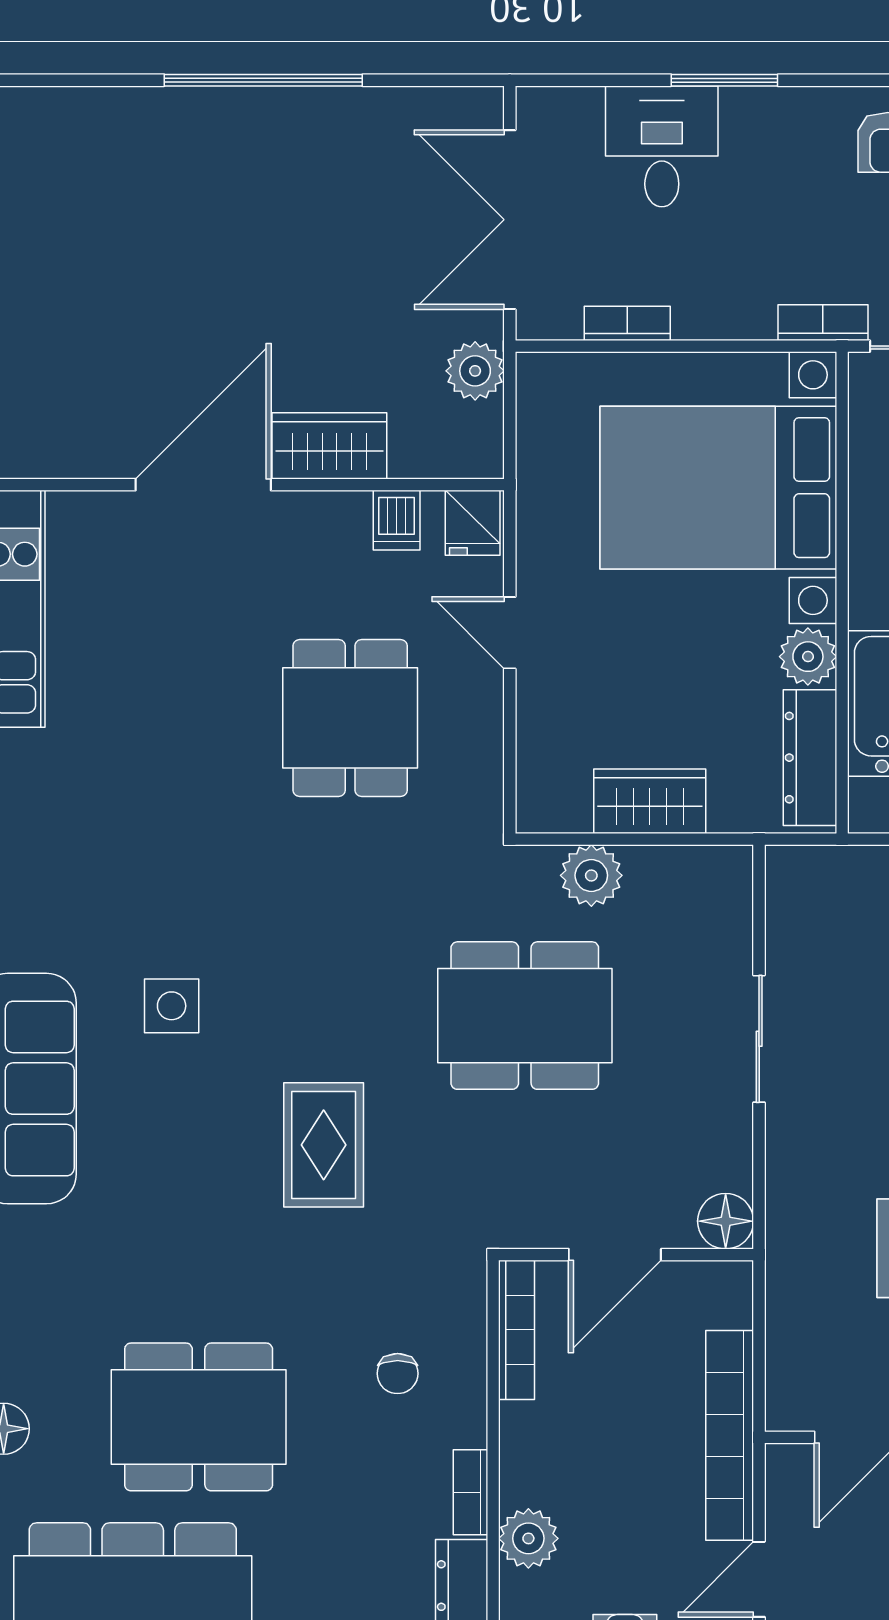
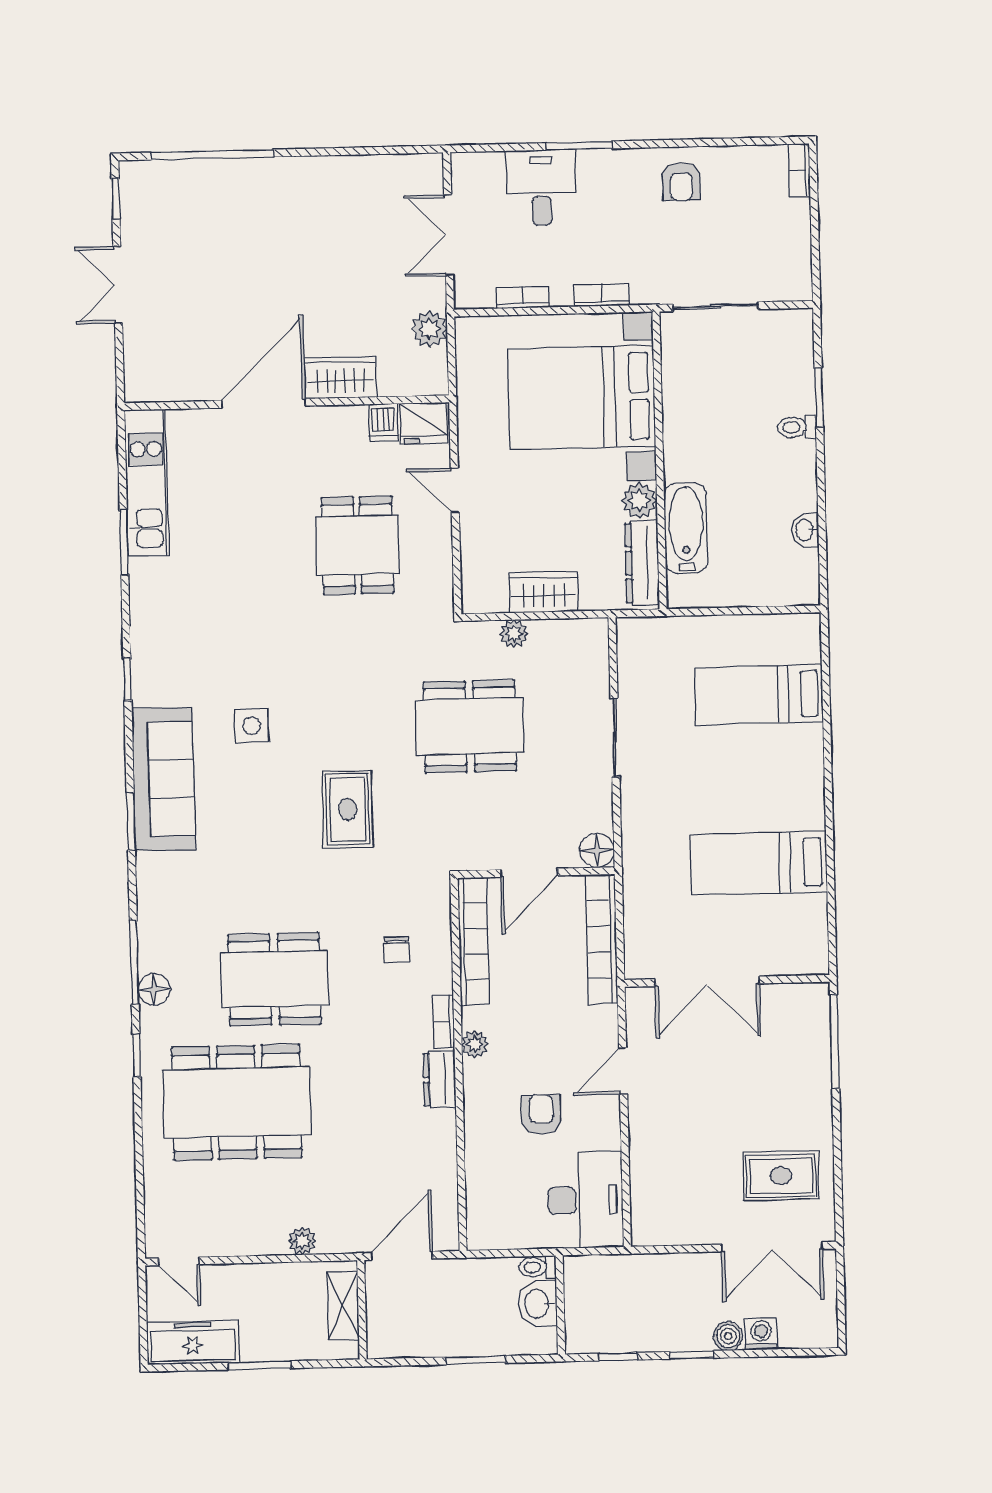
window: (263, 80) -> (212, 155), moved
double door: (510, 220) -> (449, 235), width x0.73
bookcase: (823, 323) -> (602, 295), moved
fridge: (473, 523) -> (424, 423), width x1.38
plant: (591, 875) -> (514, 634), width x0.73, depth x0.73
bookcase: (517, 1330) -> (473, 941), width x1.48, depth x1.31
bookcase: (730, 1435) -> (602, 939), moved
plant: (528, 1538) -> (475, 1044), width x0.73, depth x0.73

